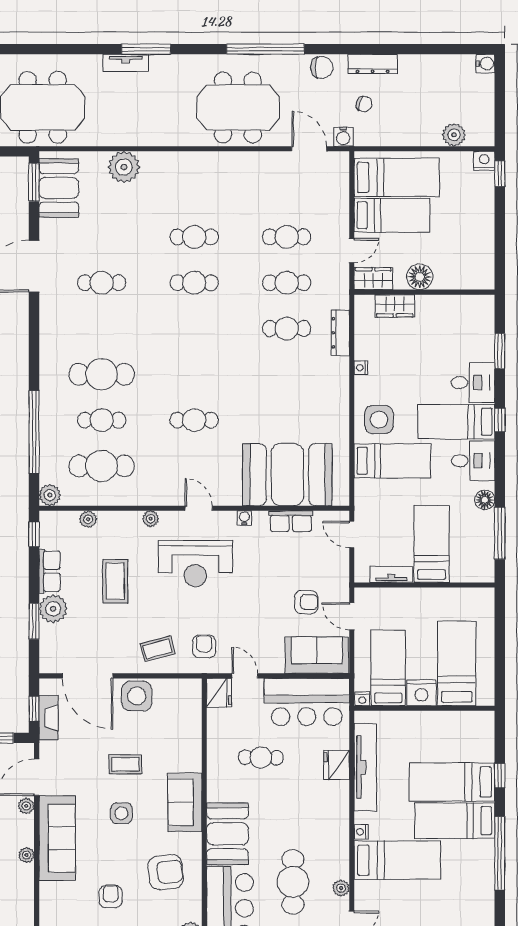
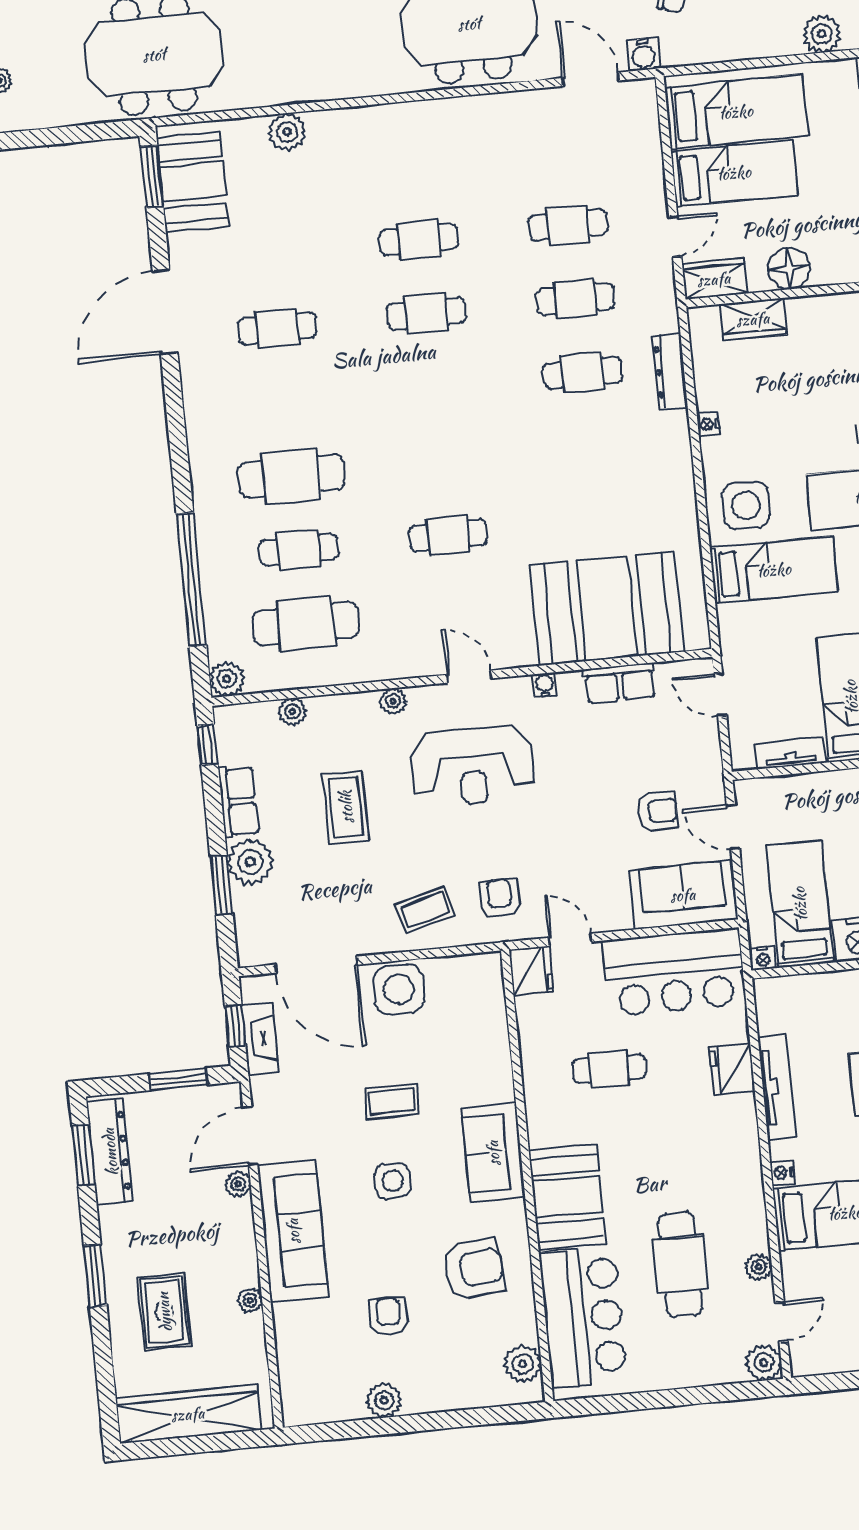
plant: (124, 167) -> (287, 132), width x0.73, depth x0.73
tv unit: (365, 767) -> (777, 1087), width x0.73, depth x0.78
plant: (27, 855) -> (250, 1300), moved

